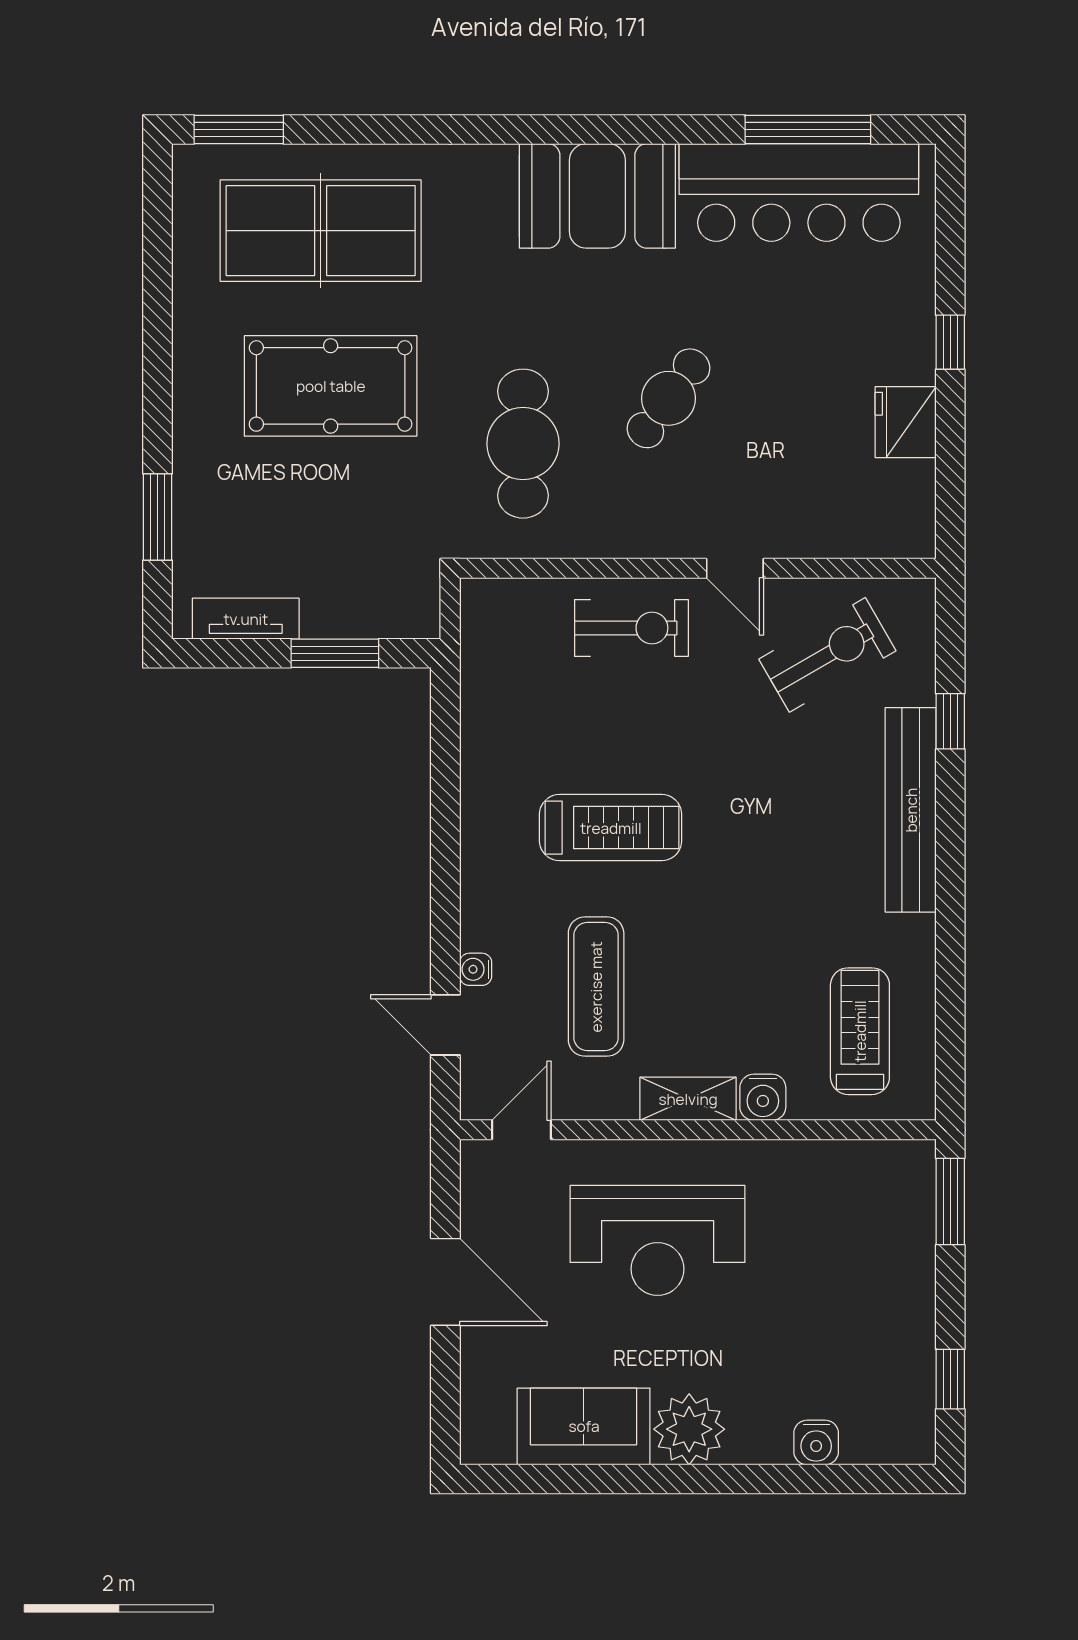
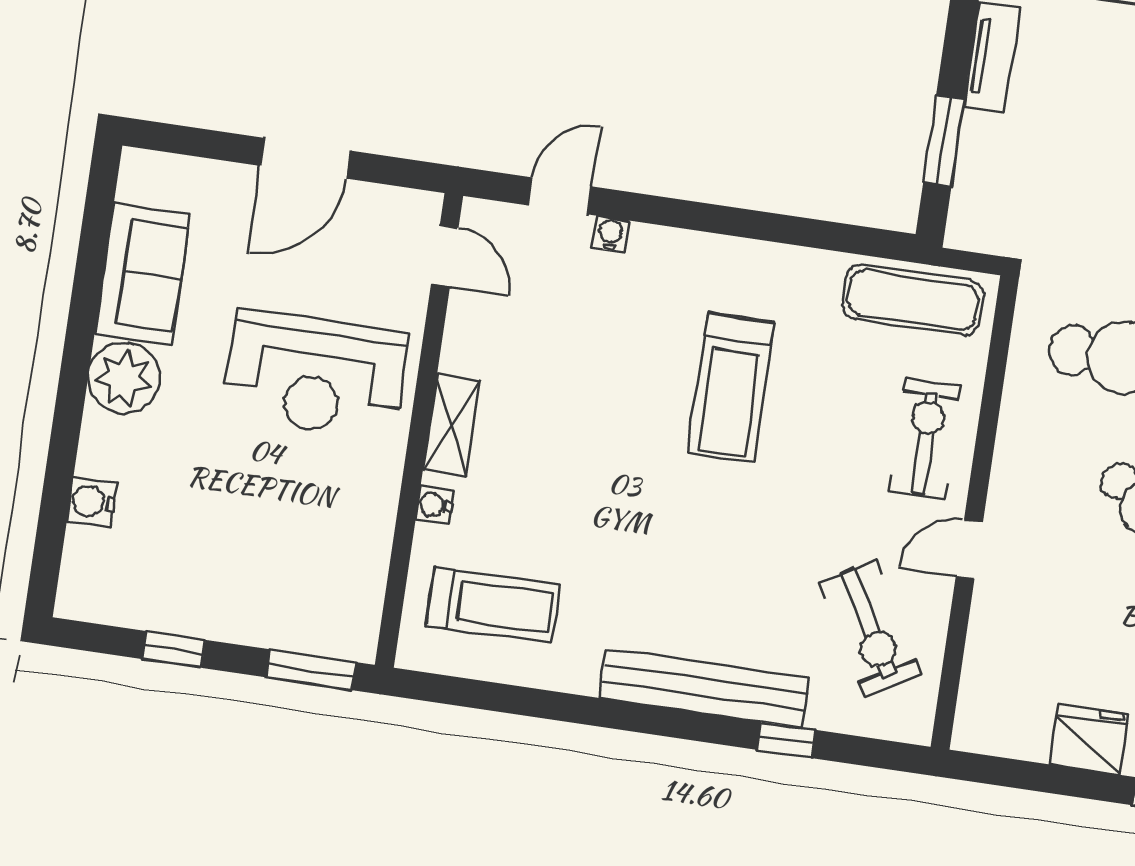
exercise bike: (631, 628) -> (925, 438), turned 180
exercise mat: (596, 987) -> (913, 300), moved
water cooler: (763, 1097) -> (434, 505), width x0.72, depth x0.72
reception desk: (658, 1240) -> (315, 374), turned -90
window: (950, 1379) -> (174, 650), moved

